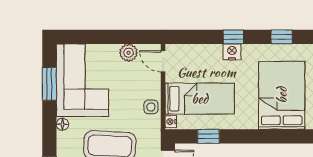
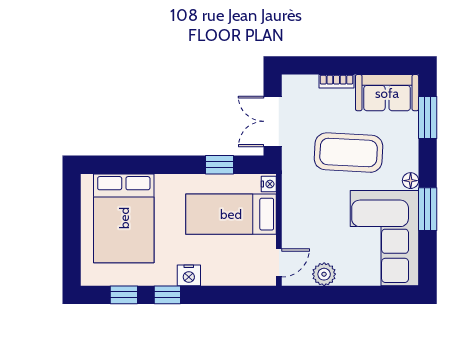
window: (233, 37) -> (167, 295), moved
door: (163, 61) -> (279, 263), hinge flipped
window: (49, 84) -> (428, 209), moved
side table: (151, 107) -> (295, 203), removed

